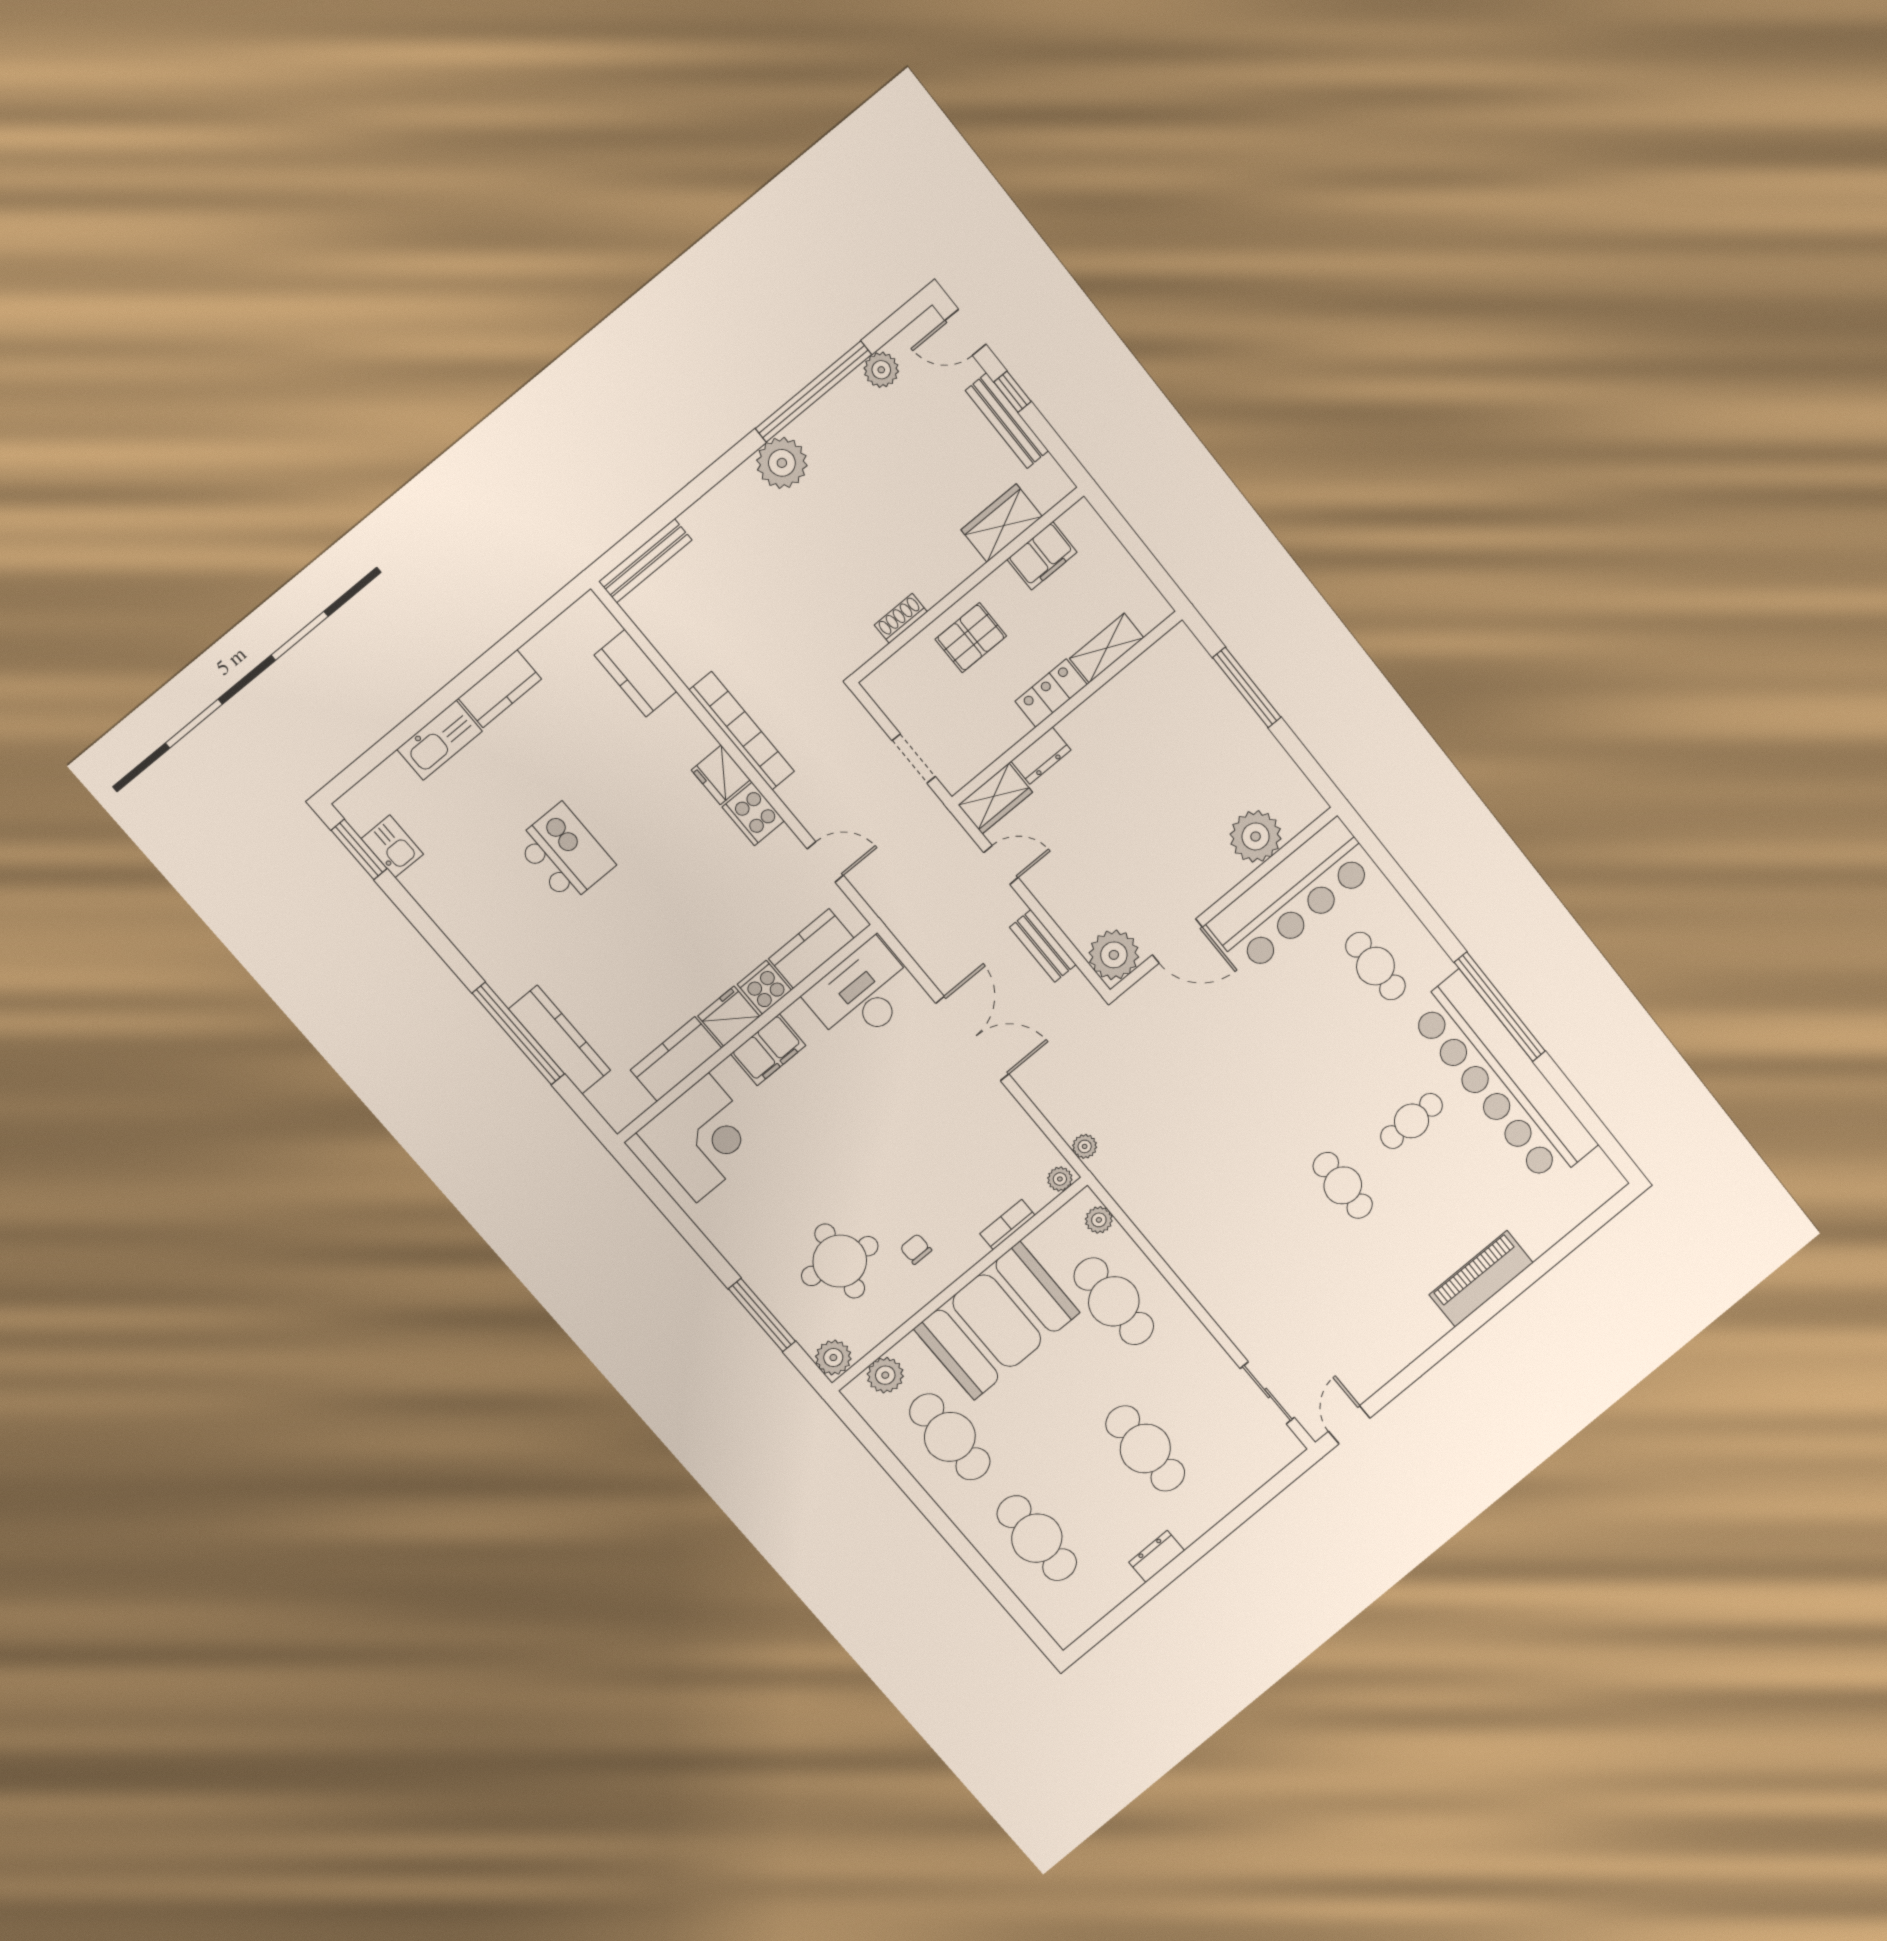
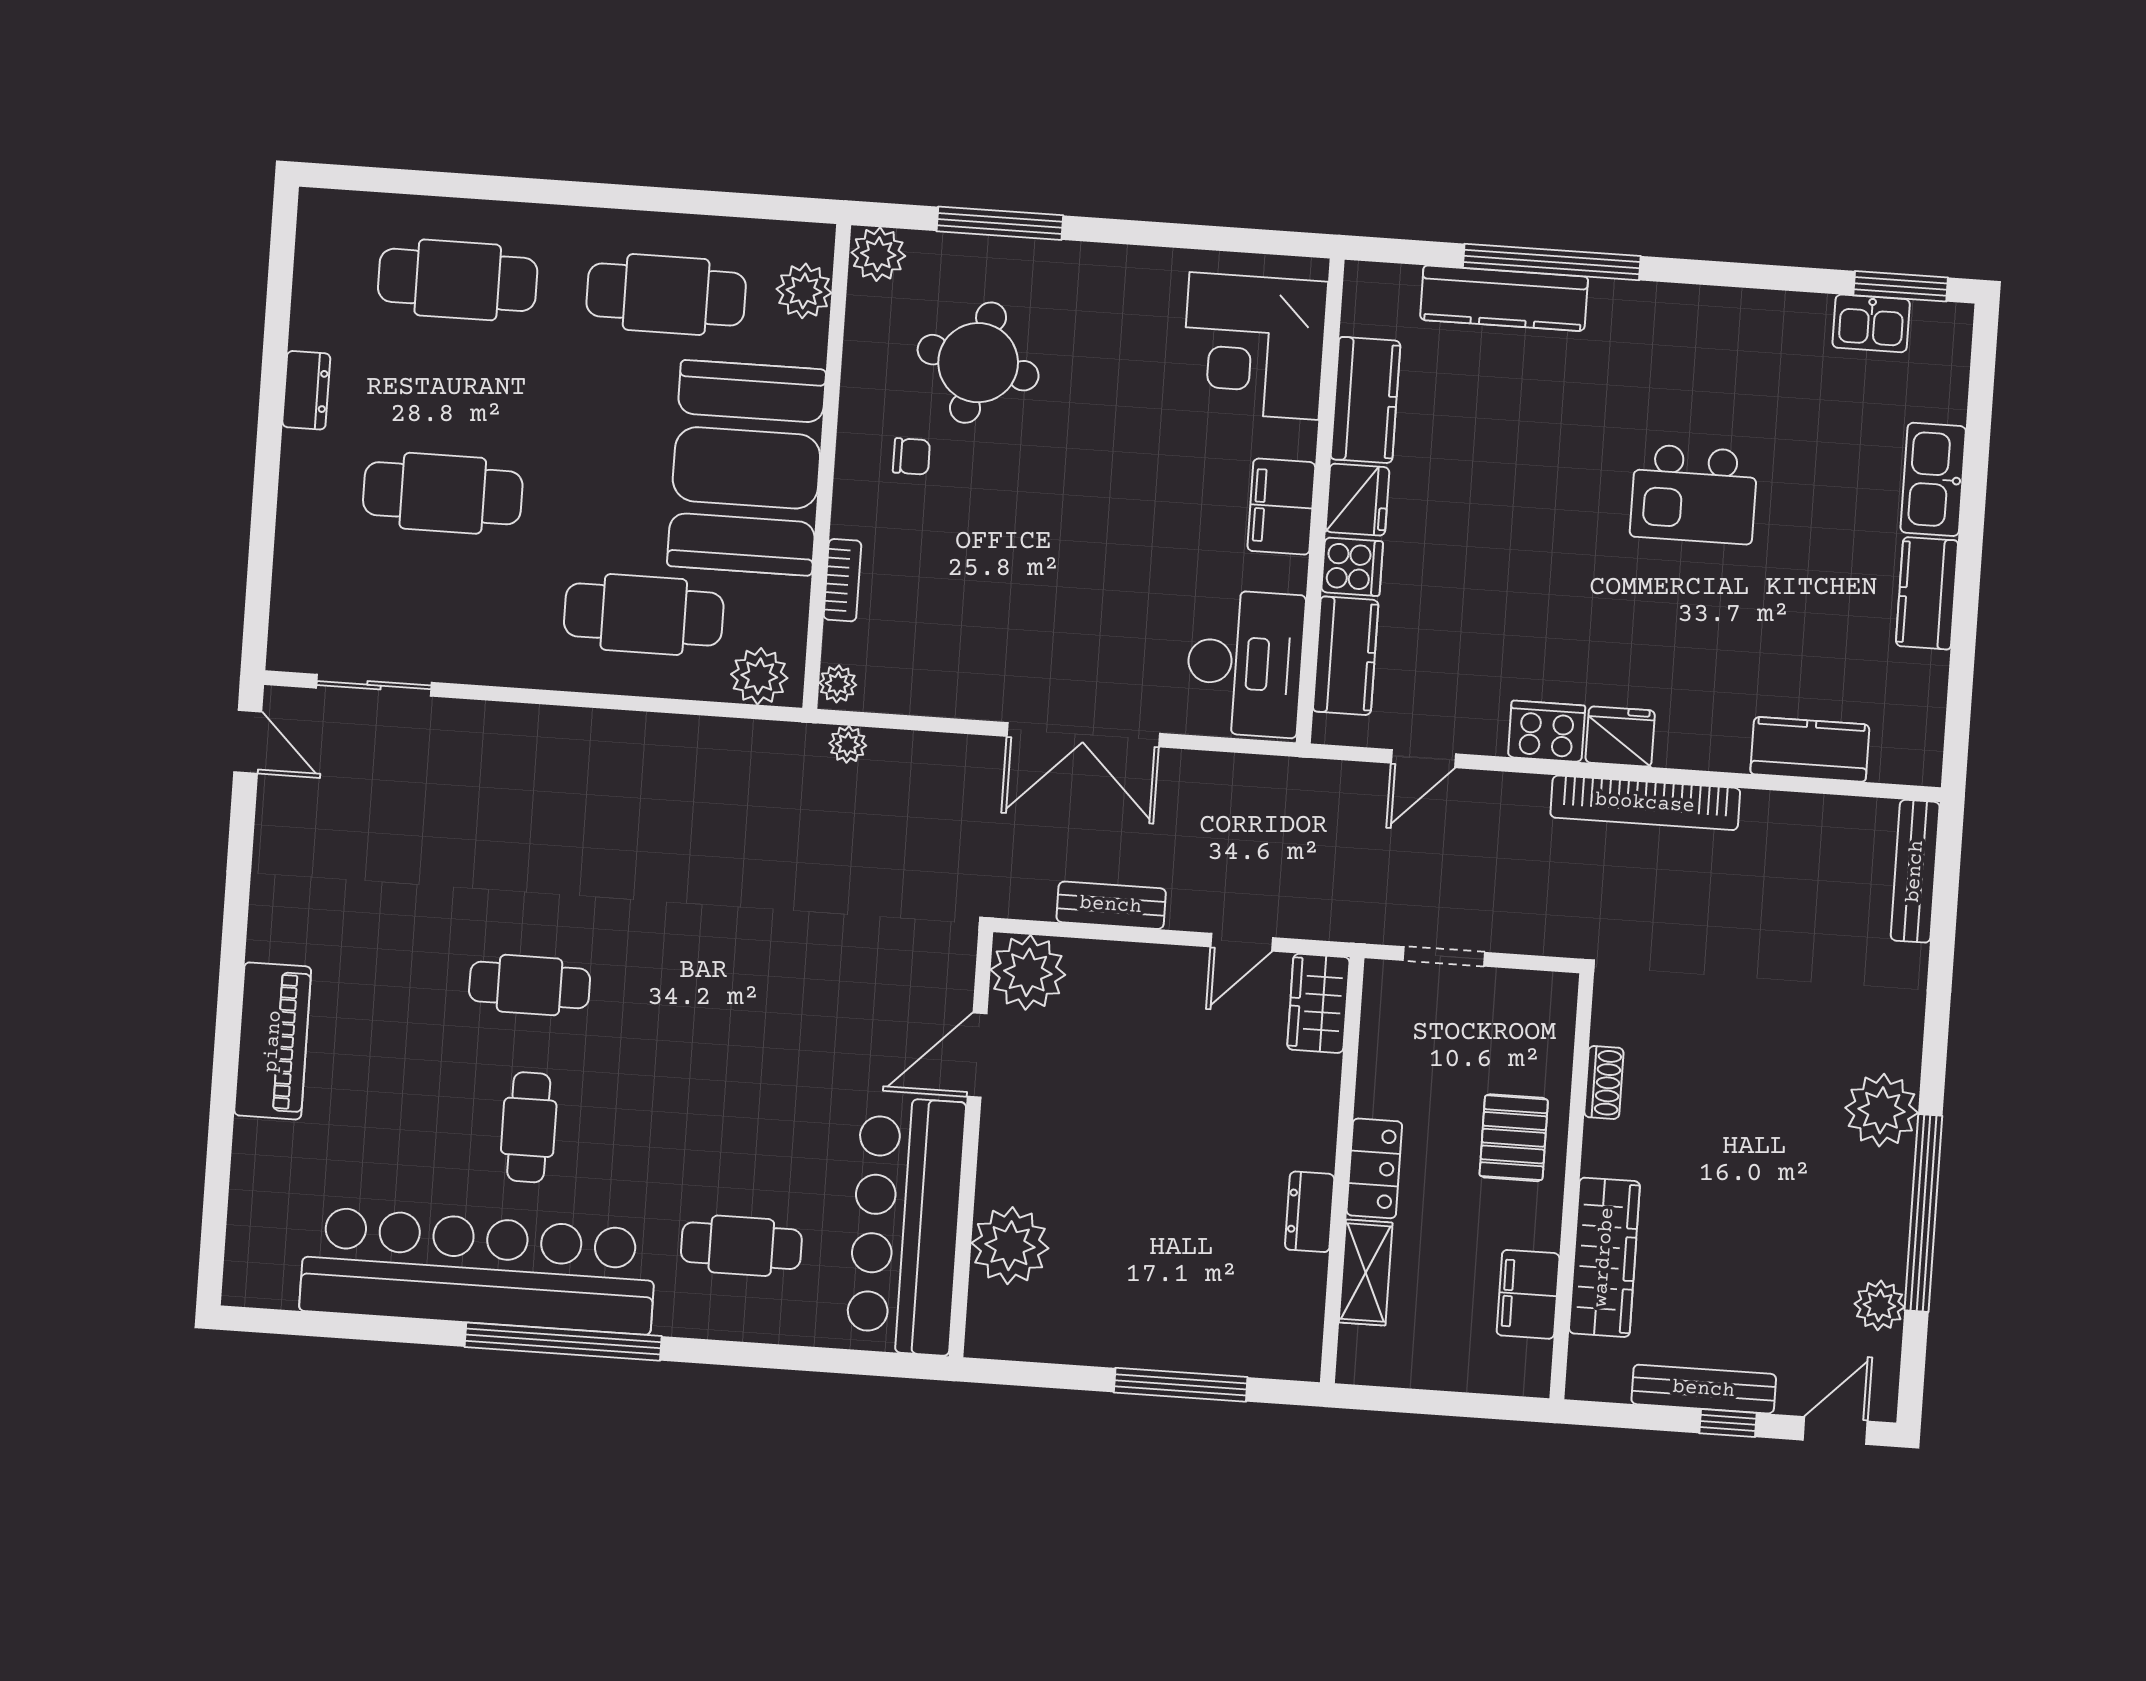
wardrobe: (1002, 523) -> (1604, 1257), width x1.50
dresser: (1041, 756) -> (1310, 1212), moved
plant: (1099, 1220) -> (759, 676), width x1.38, depth x1.38

